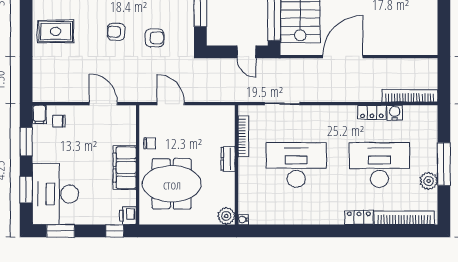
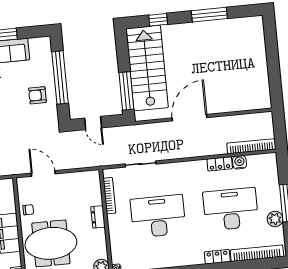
armchair: (155, 38) -> (37, 95), moved, turned 180
door: (246, 52) -> (93, 123), moved

